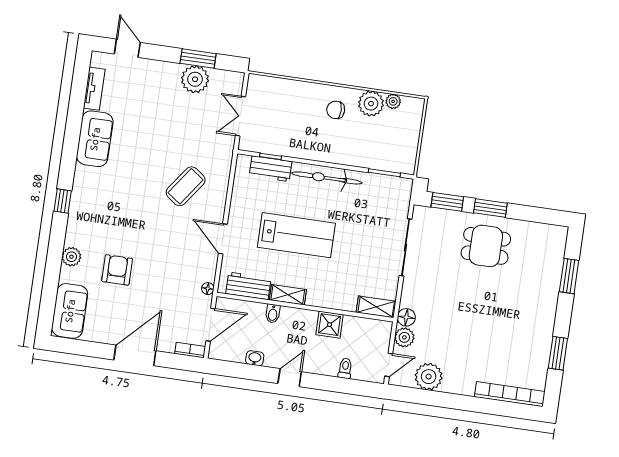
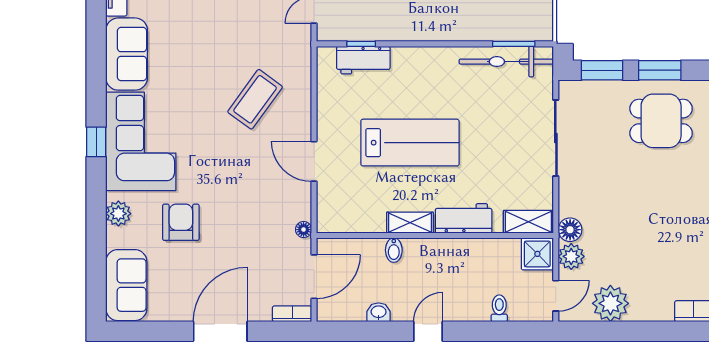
bicycle: (327, 178) -> (506, 62), moved
corner sofa: (96, 205) -> (141, 141), added
workbench: (248, 286) -> (464, 218), moved
shower: (330, 325) -> (537, 254), moved

